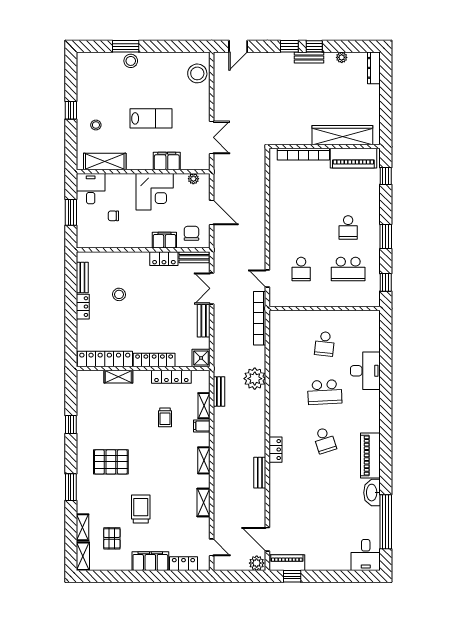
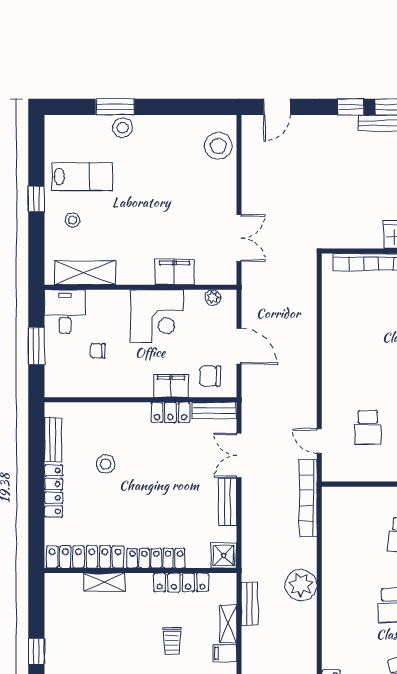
lab bench: (151, 118) -> (82, 177), moved
chair: (191, 233) -> (210, 376), turned -90
locker: (83, 307) -> (54, 491), width x1.53

